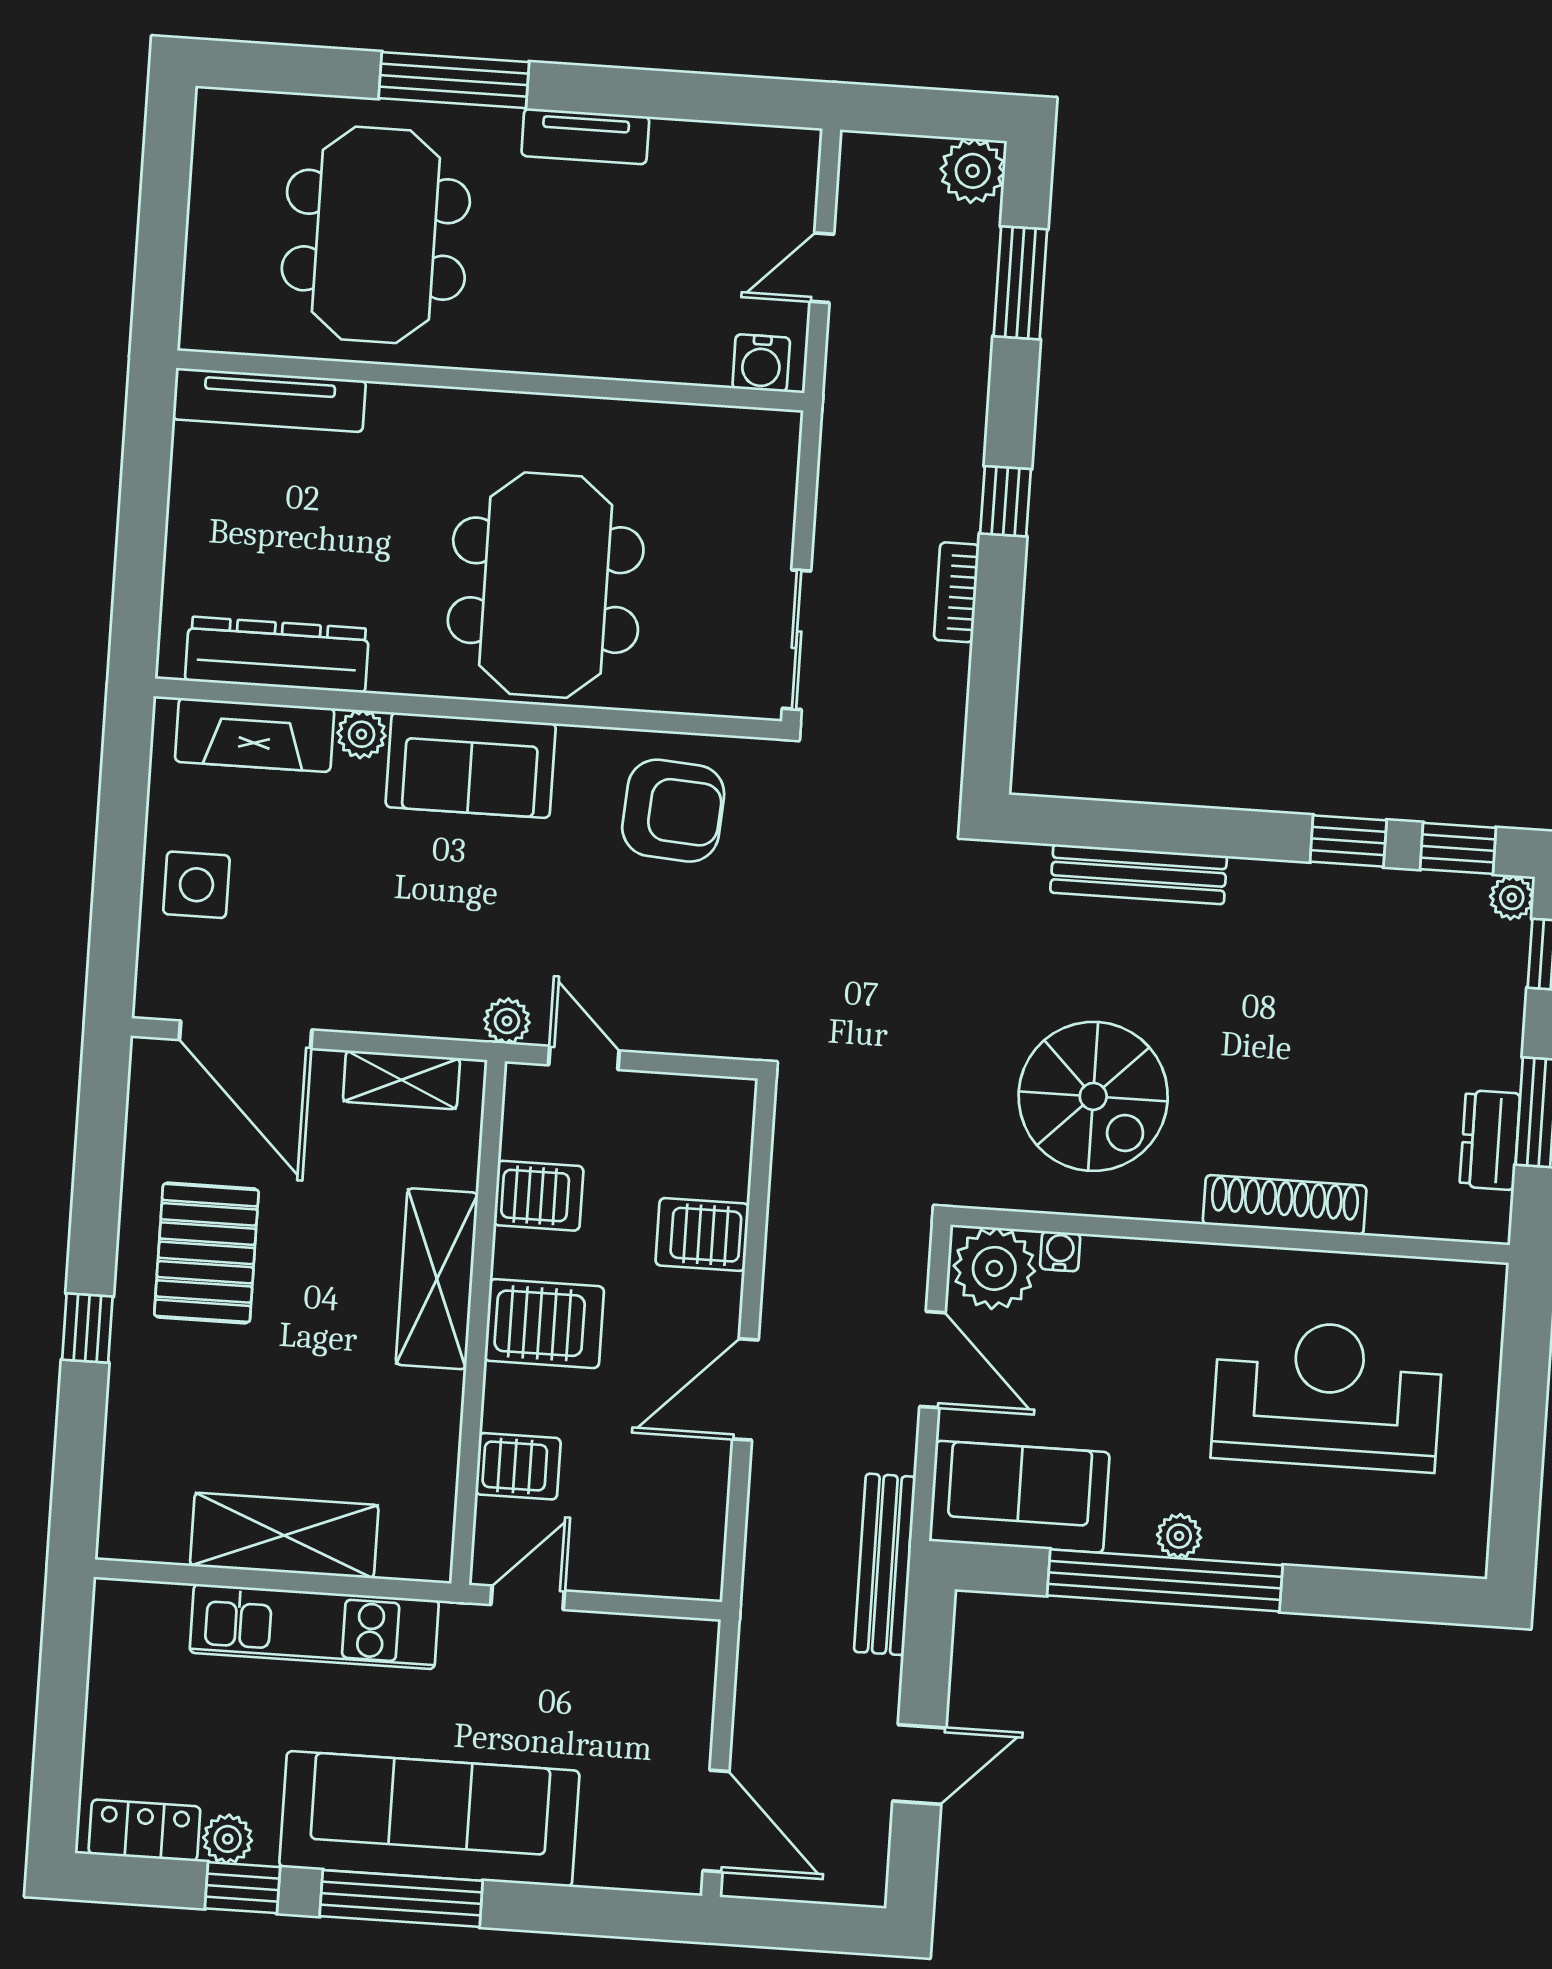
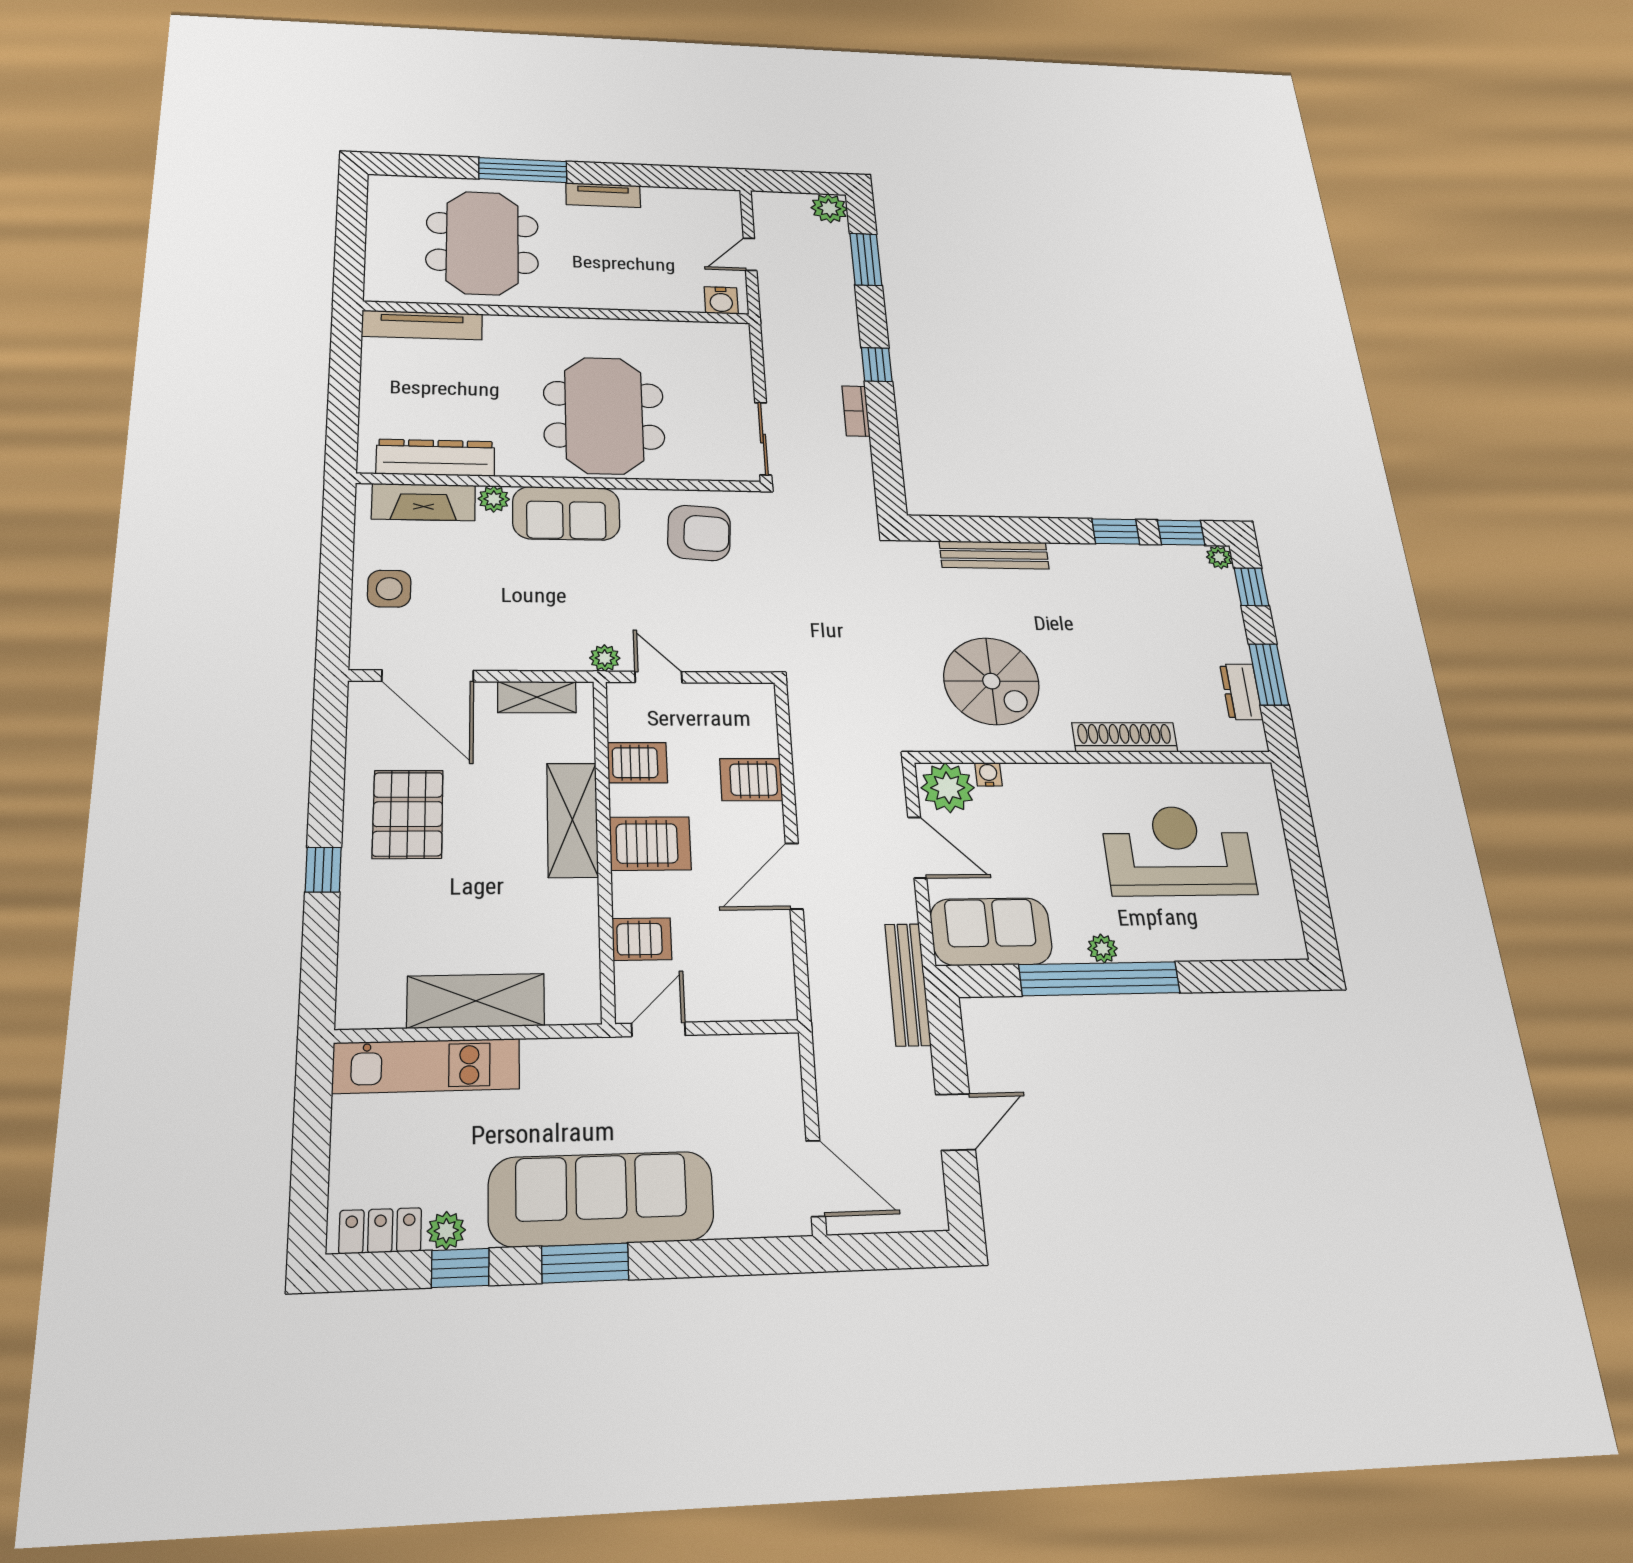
kitchen unit: (314, 1626) -> (426, 1066), moved
window: (401, 1898) -> (585, 1263), width x0.69

